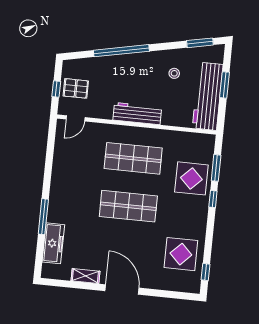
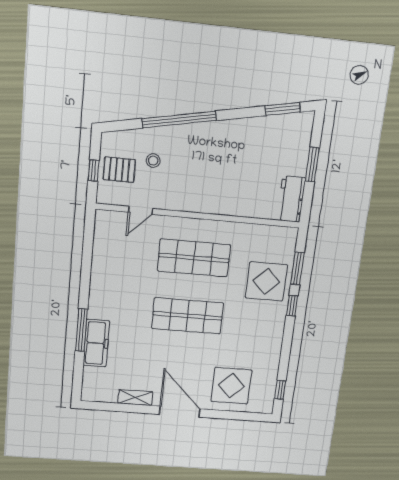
stool: (174, 73) -> (153, 161), moved
workbench: (208, 96) -> (291, 199), width x0.53, depth x0.76
workbench: (137, 114) -> (199, 202), removed
door: (76, 118) -> (141, 210), moved
freezer: (53, 243) -> (96, 343), moved
display table: (181, 254) -> (231, 386), moved

